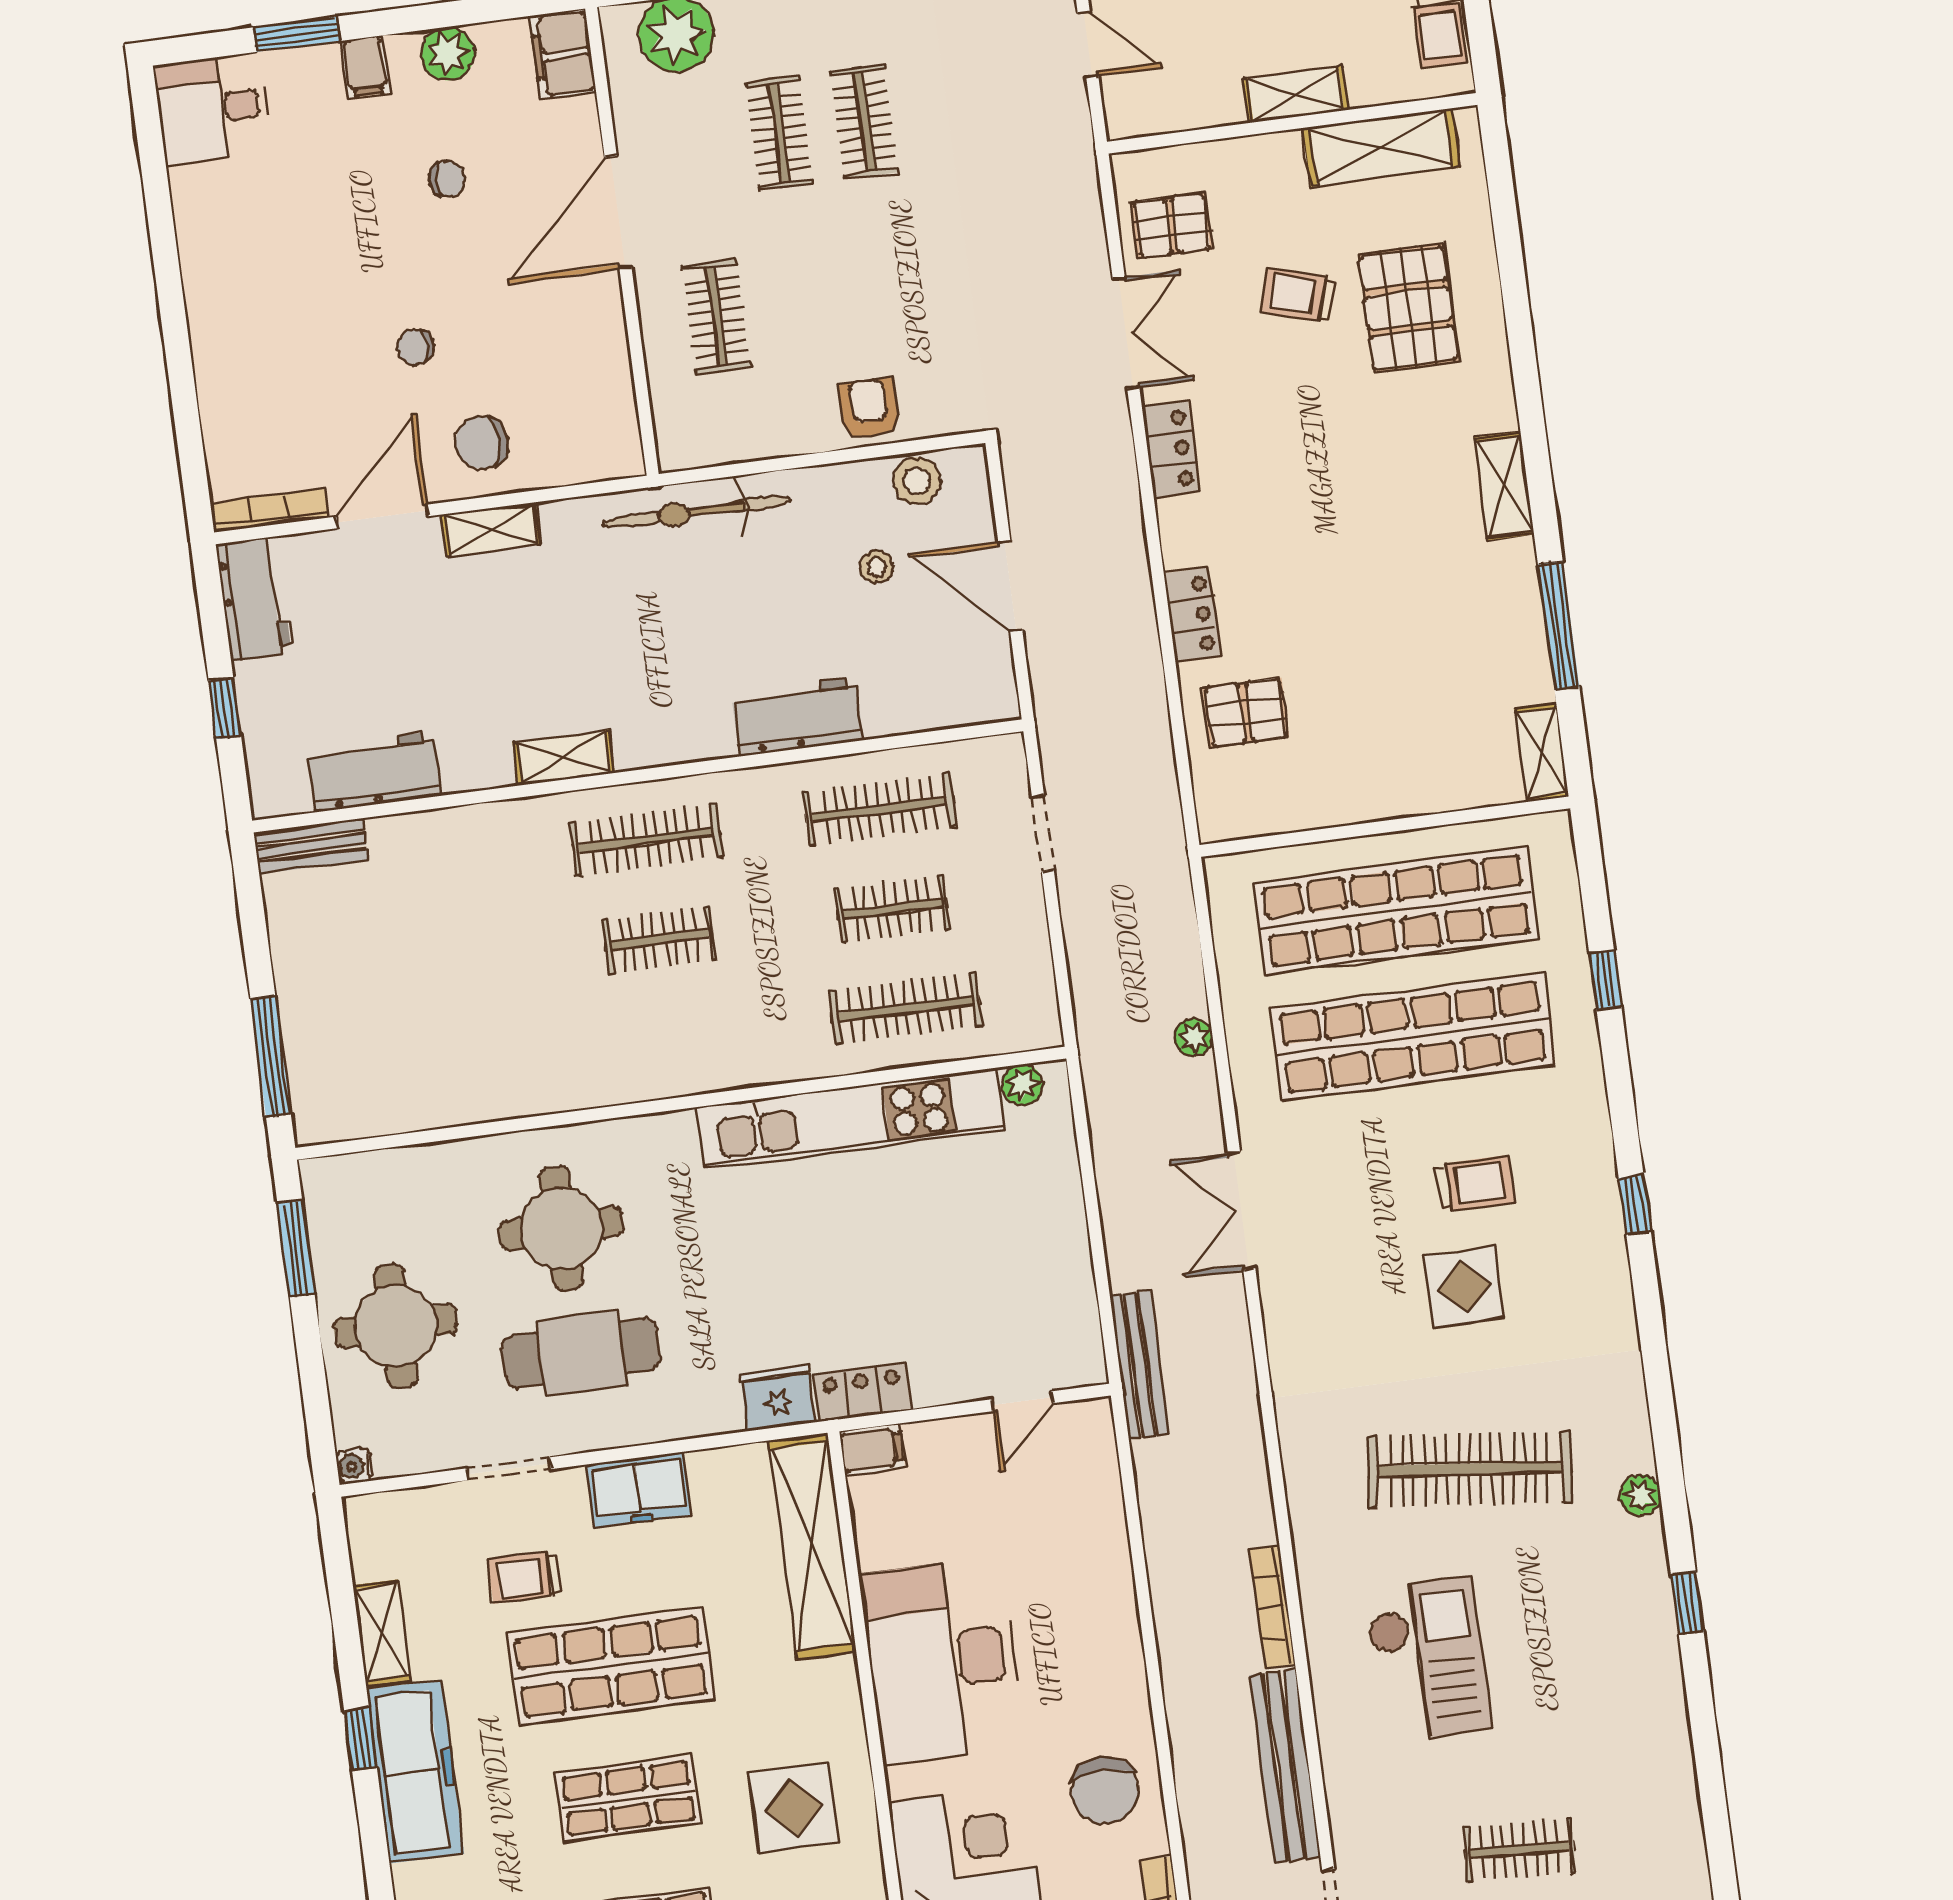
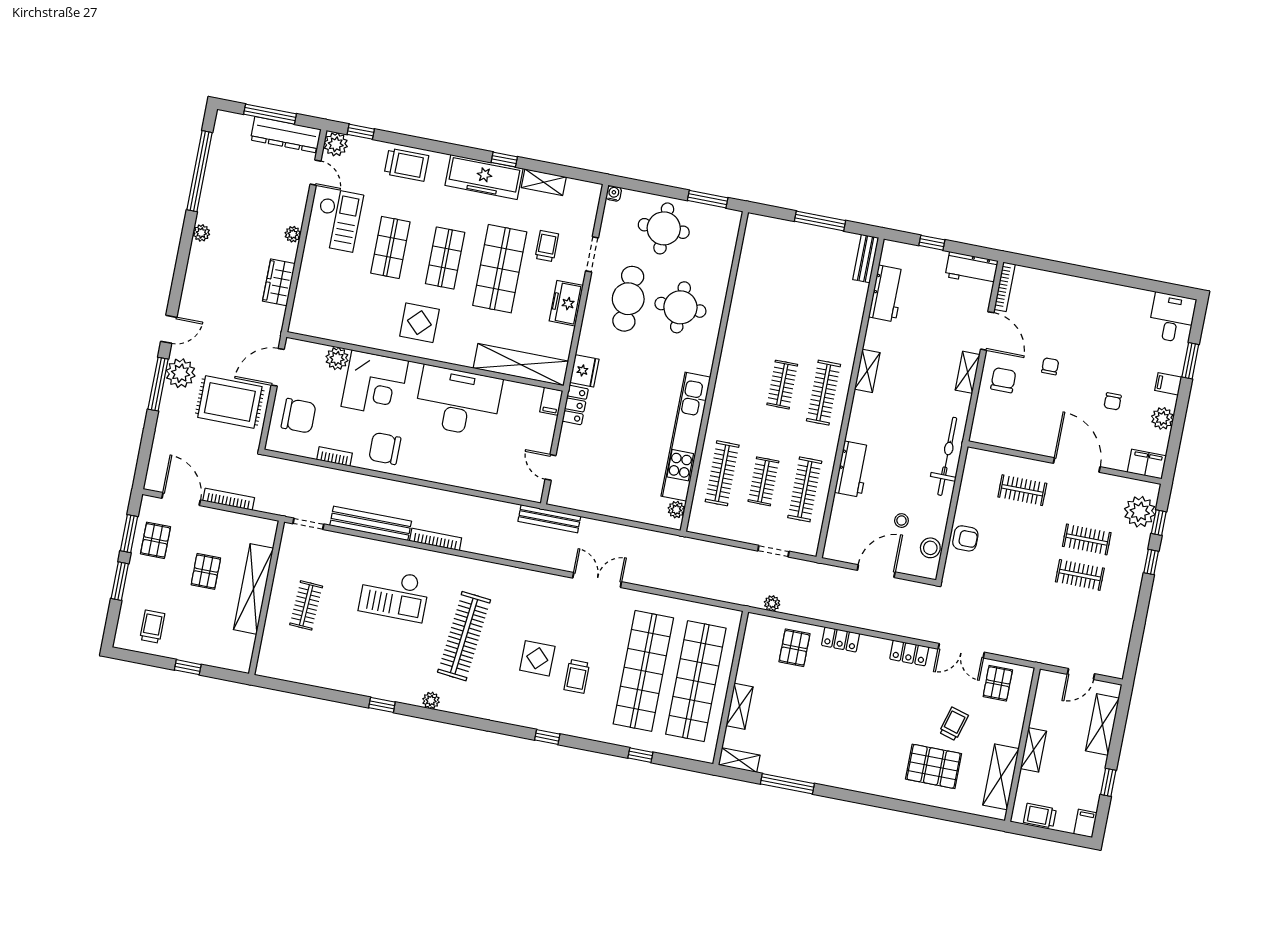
shelving: (1504, 486) -> (740, 706), moved, turned 90
plant: (1194, 1037) -> (772, 603), moved
window: (271, 1056) -> (820, 221), moved

